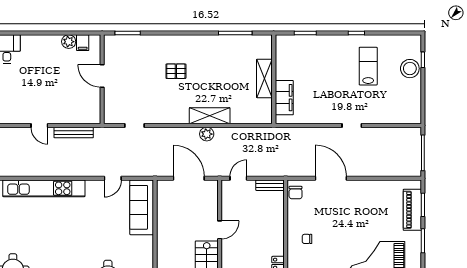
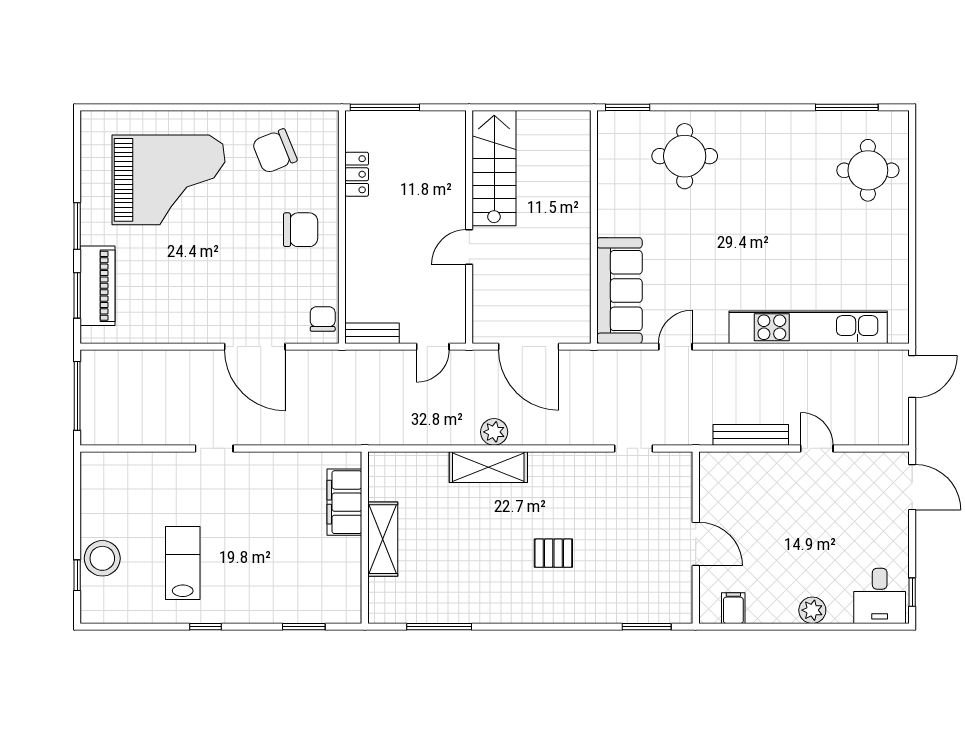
plant: (69, 42) -> (812, 610), moved
lab bench: (368, 66) -> (183, 563), turned 180
chair: (307, 239) -> (301, 230), width x1.87, depth x1.87

